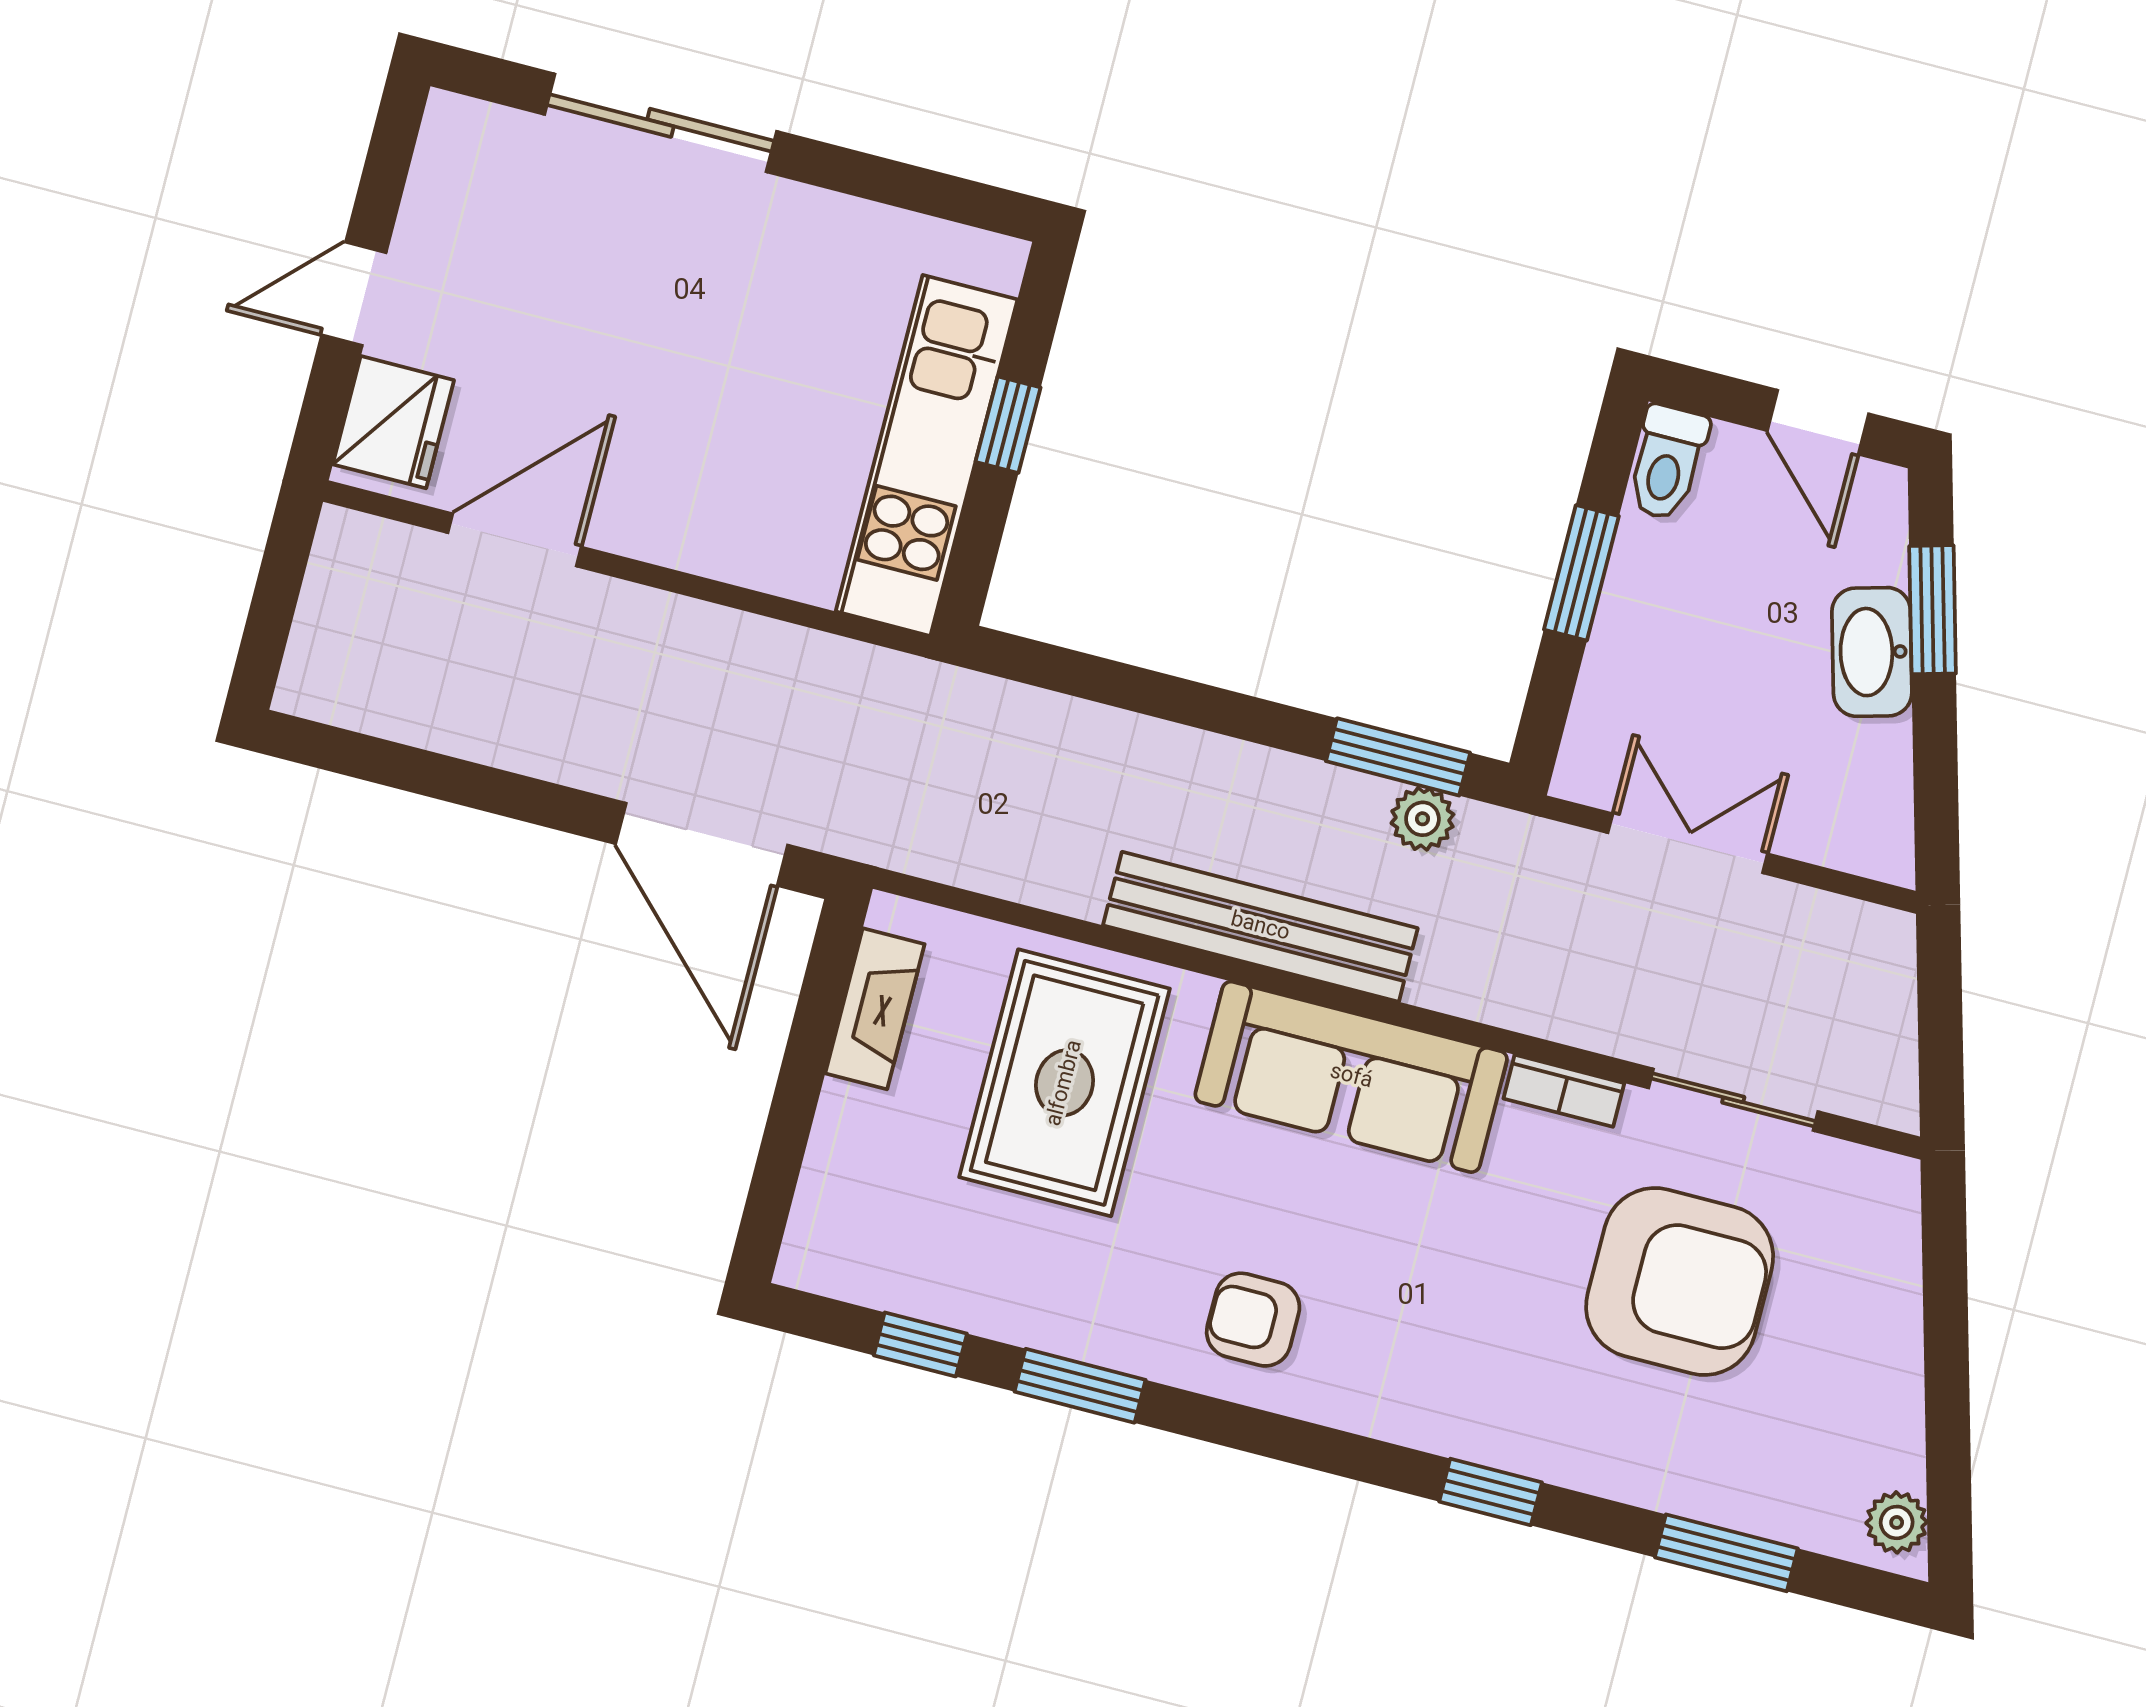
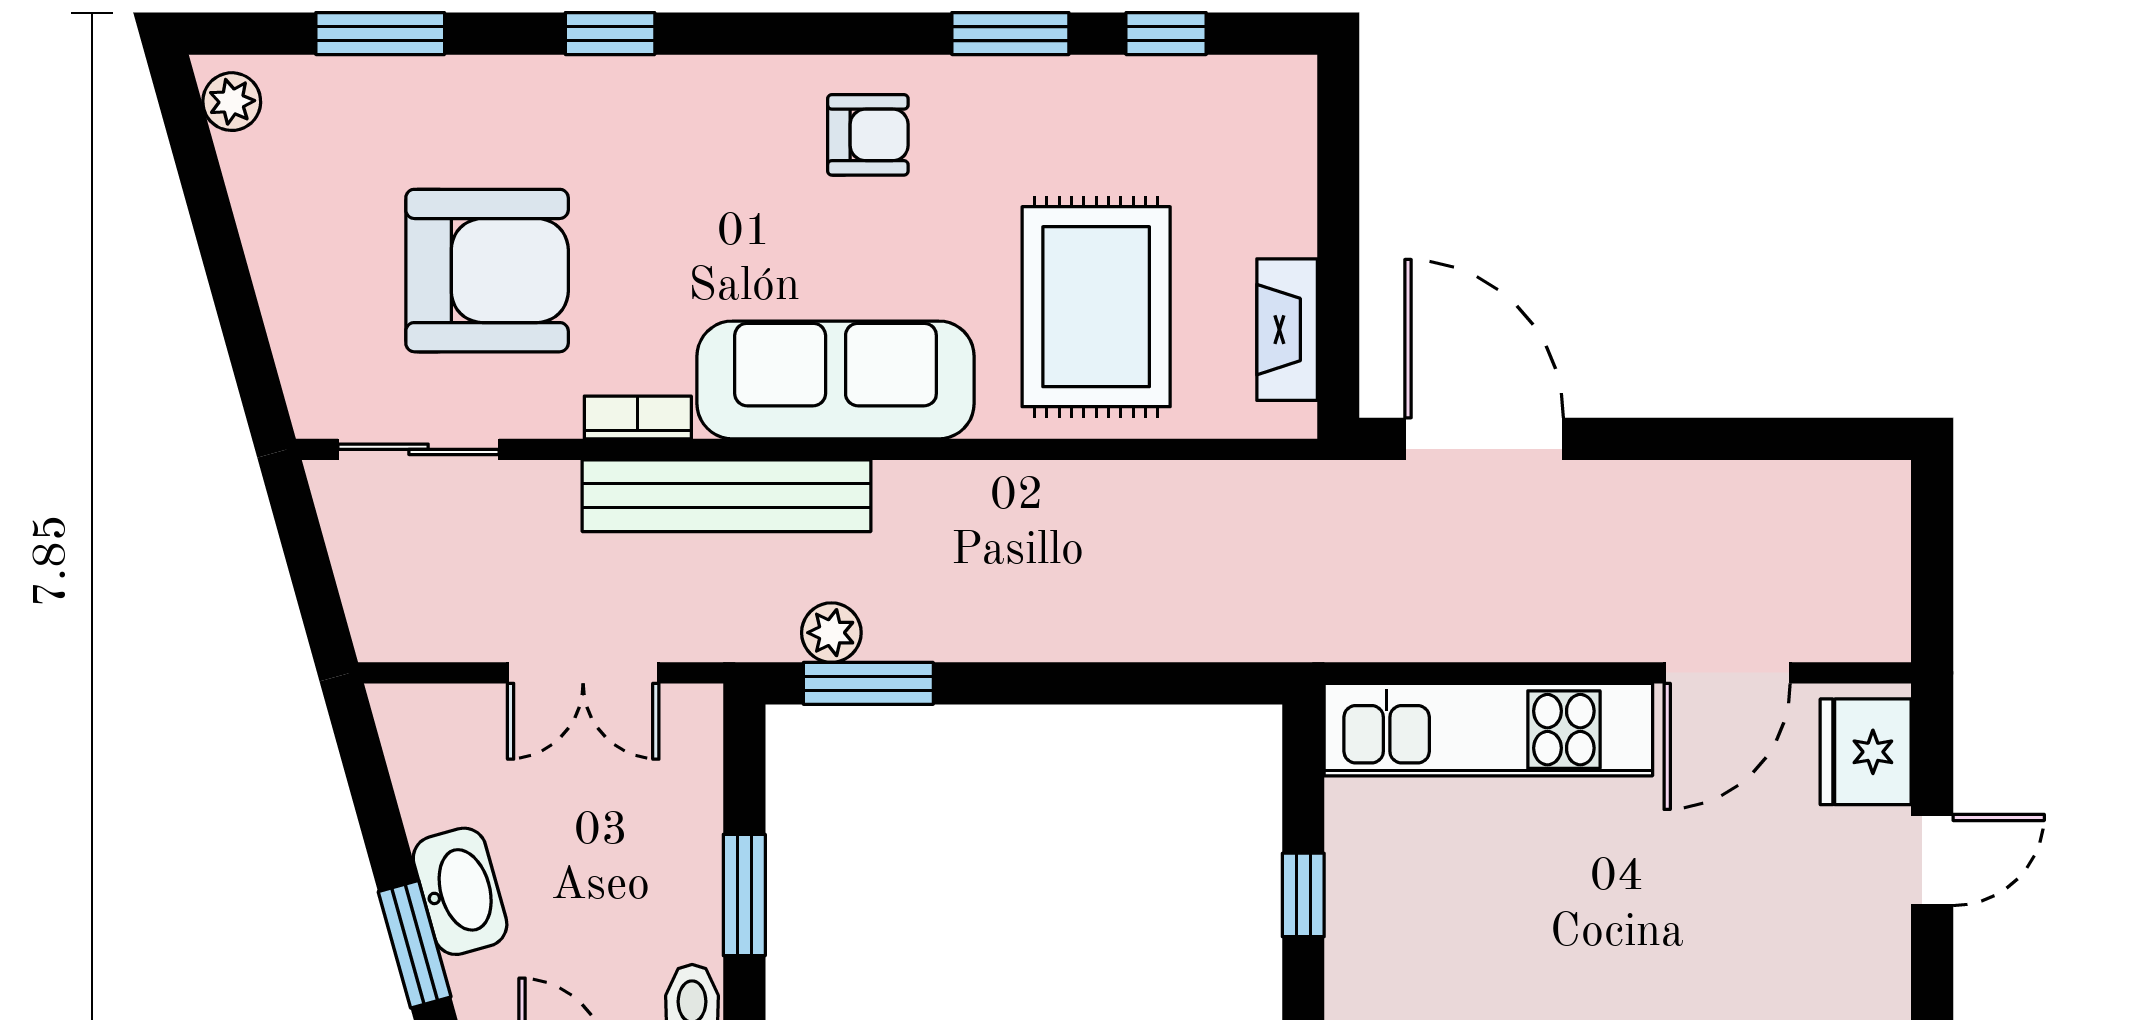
kitchen unit: (927, 455) -> (1488, 730), moved, turned 90
bench: (1260, 927) -> (727, 496), moved
sliding door: (1733, 1100) -> (418, 449), moved
armchair: (1680, 1281) -> (487, 271), turned 180

